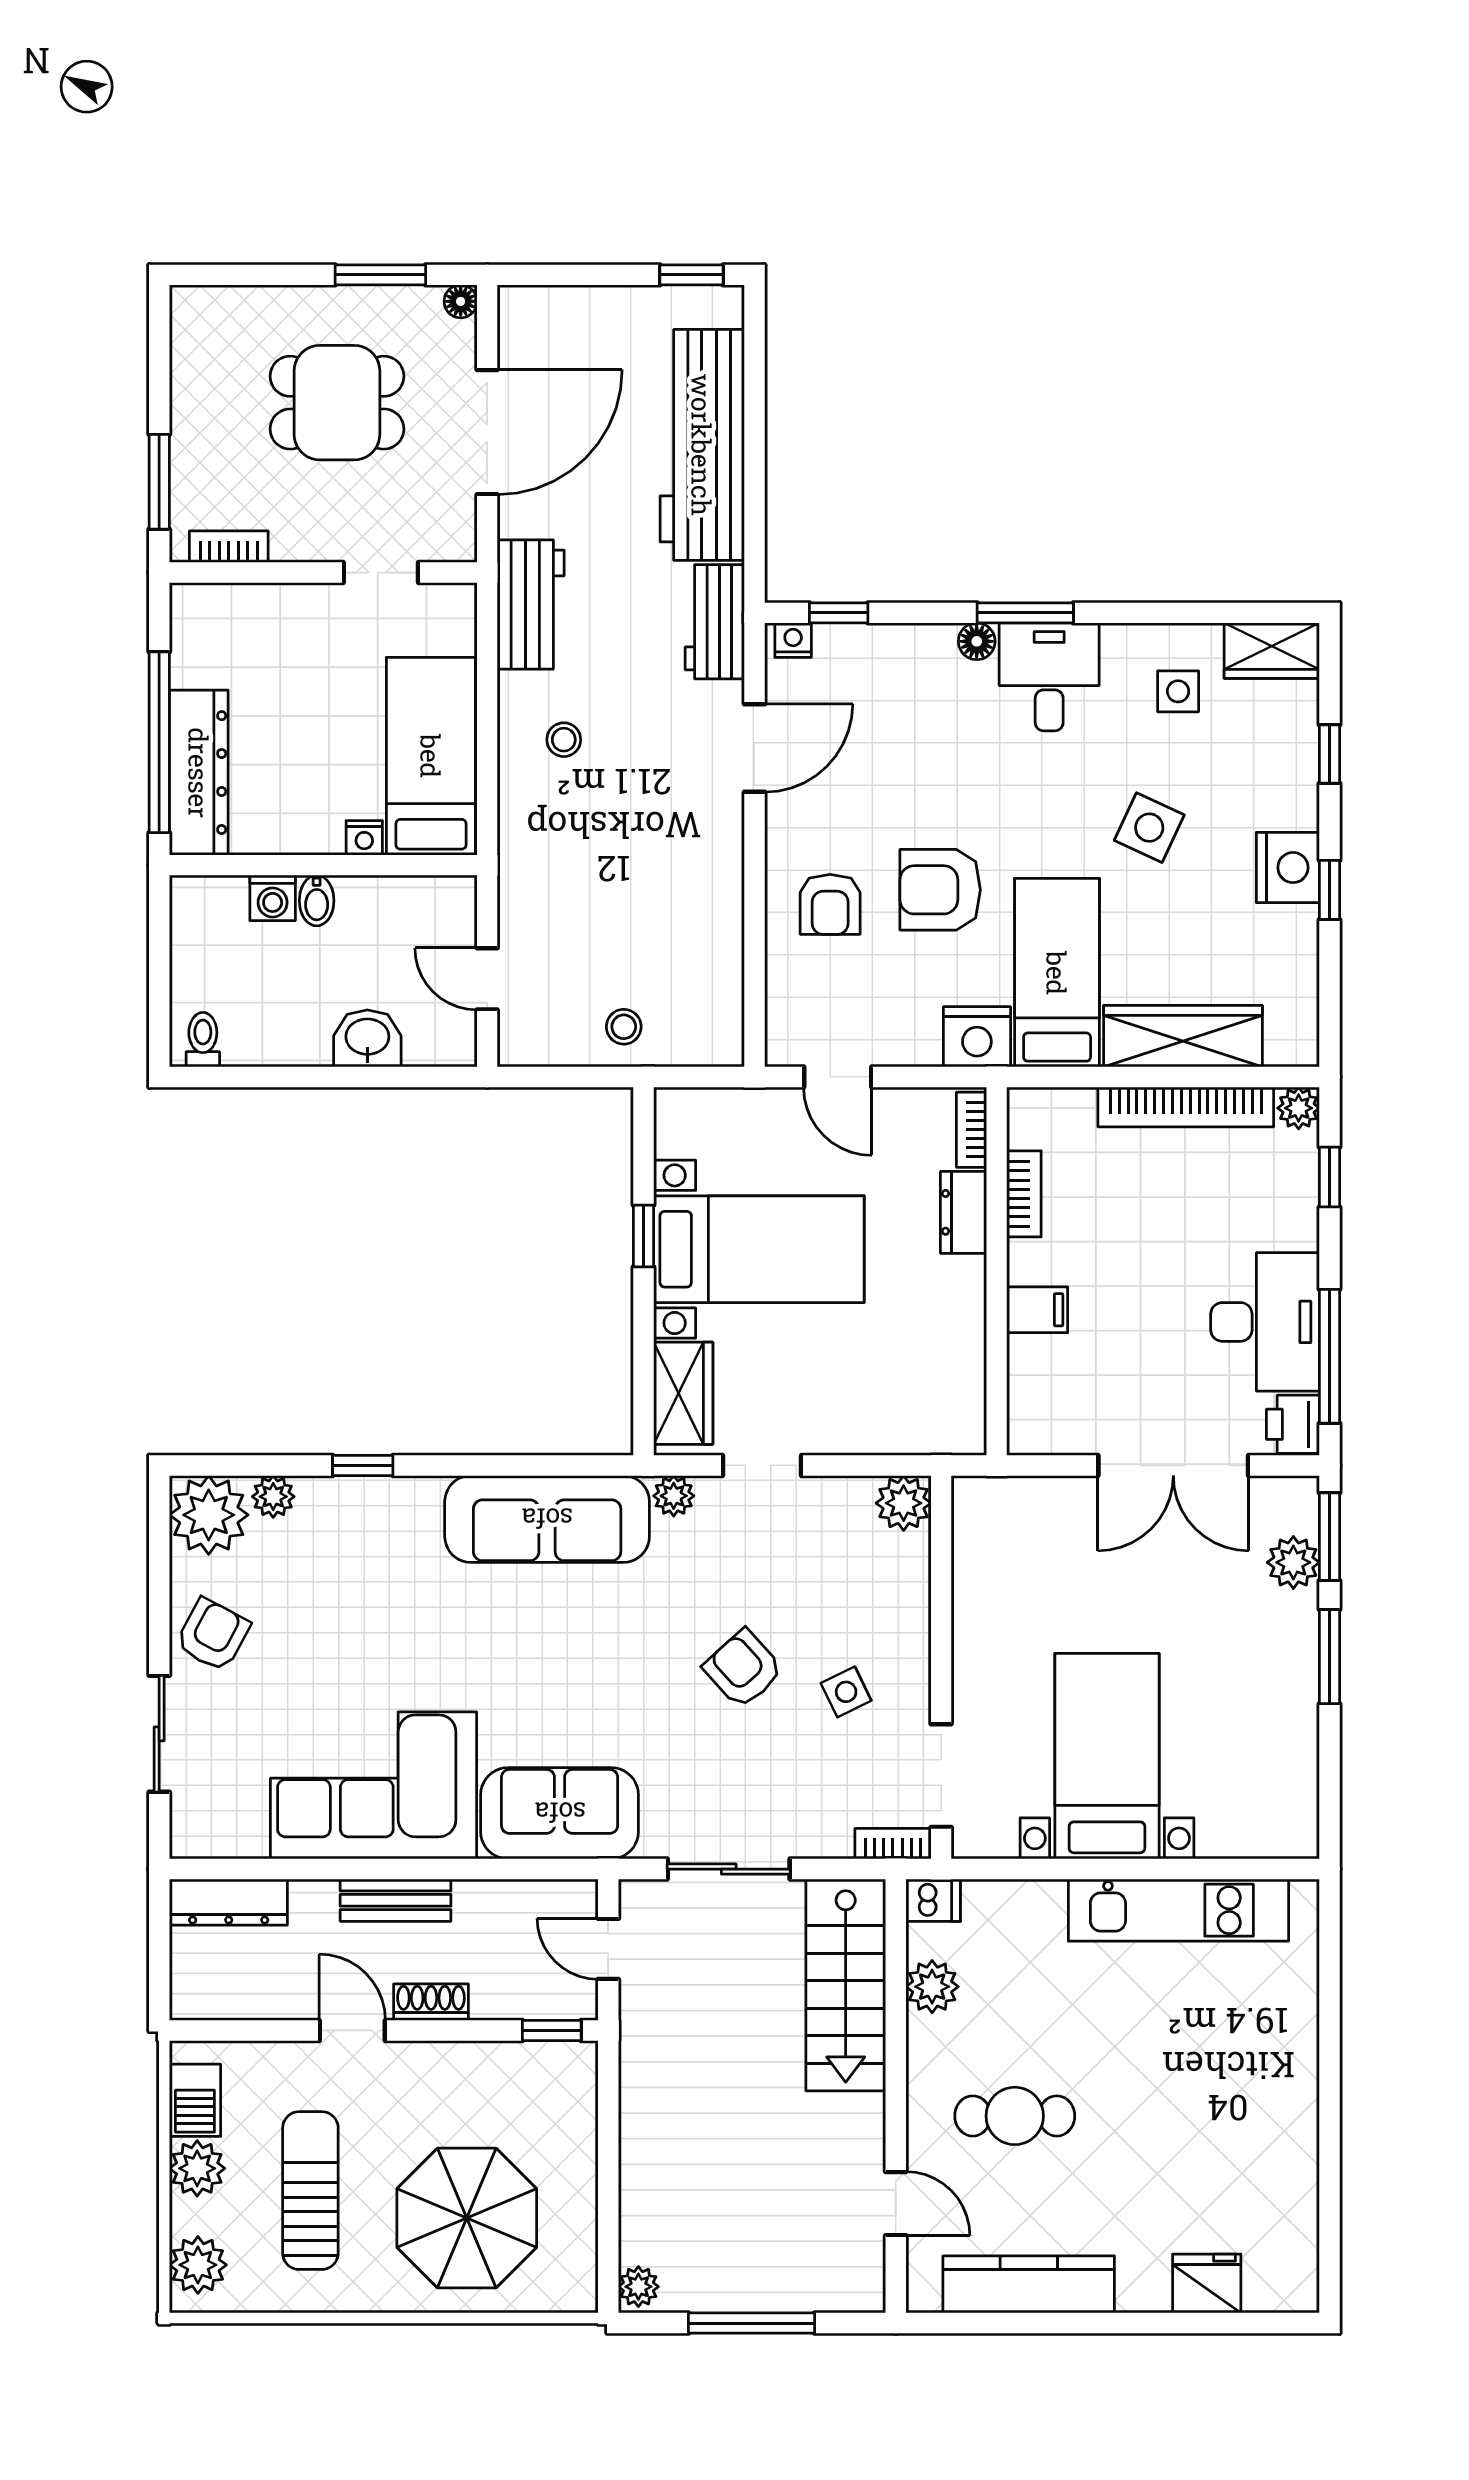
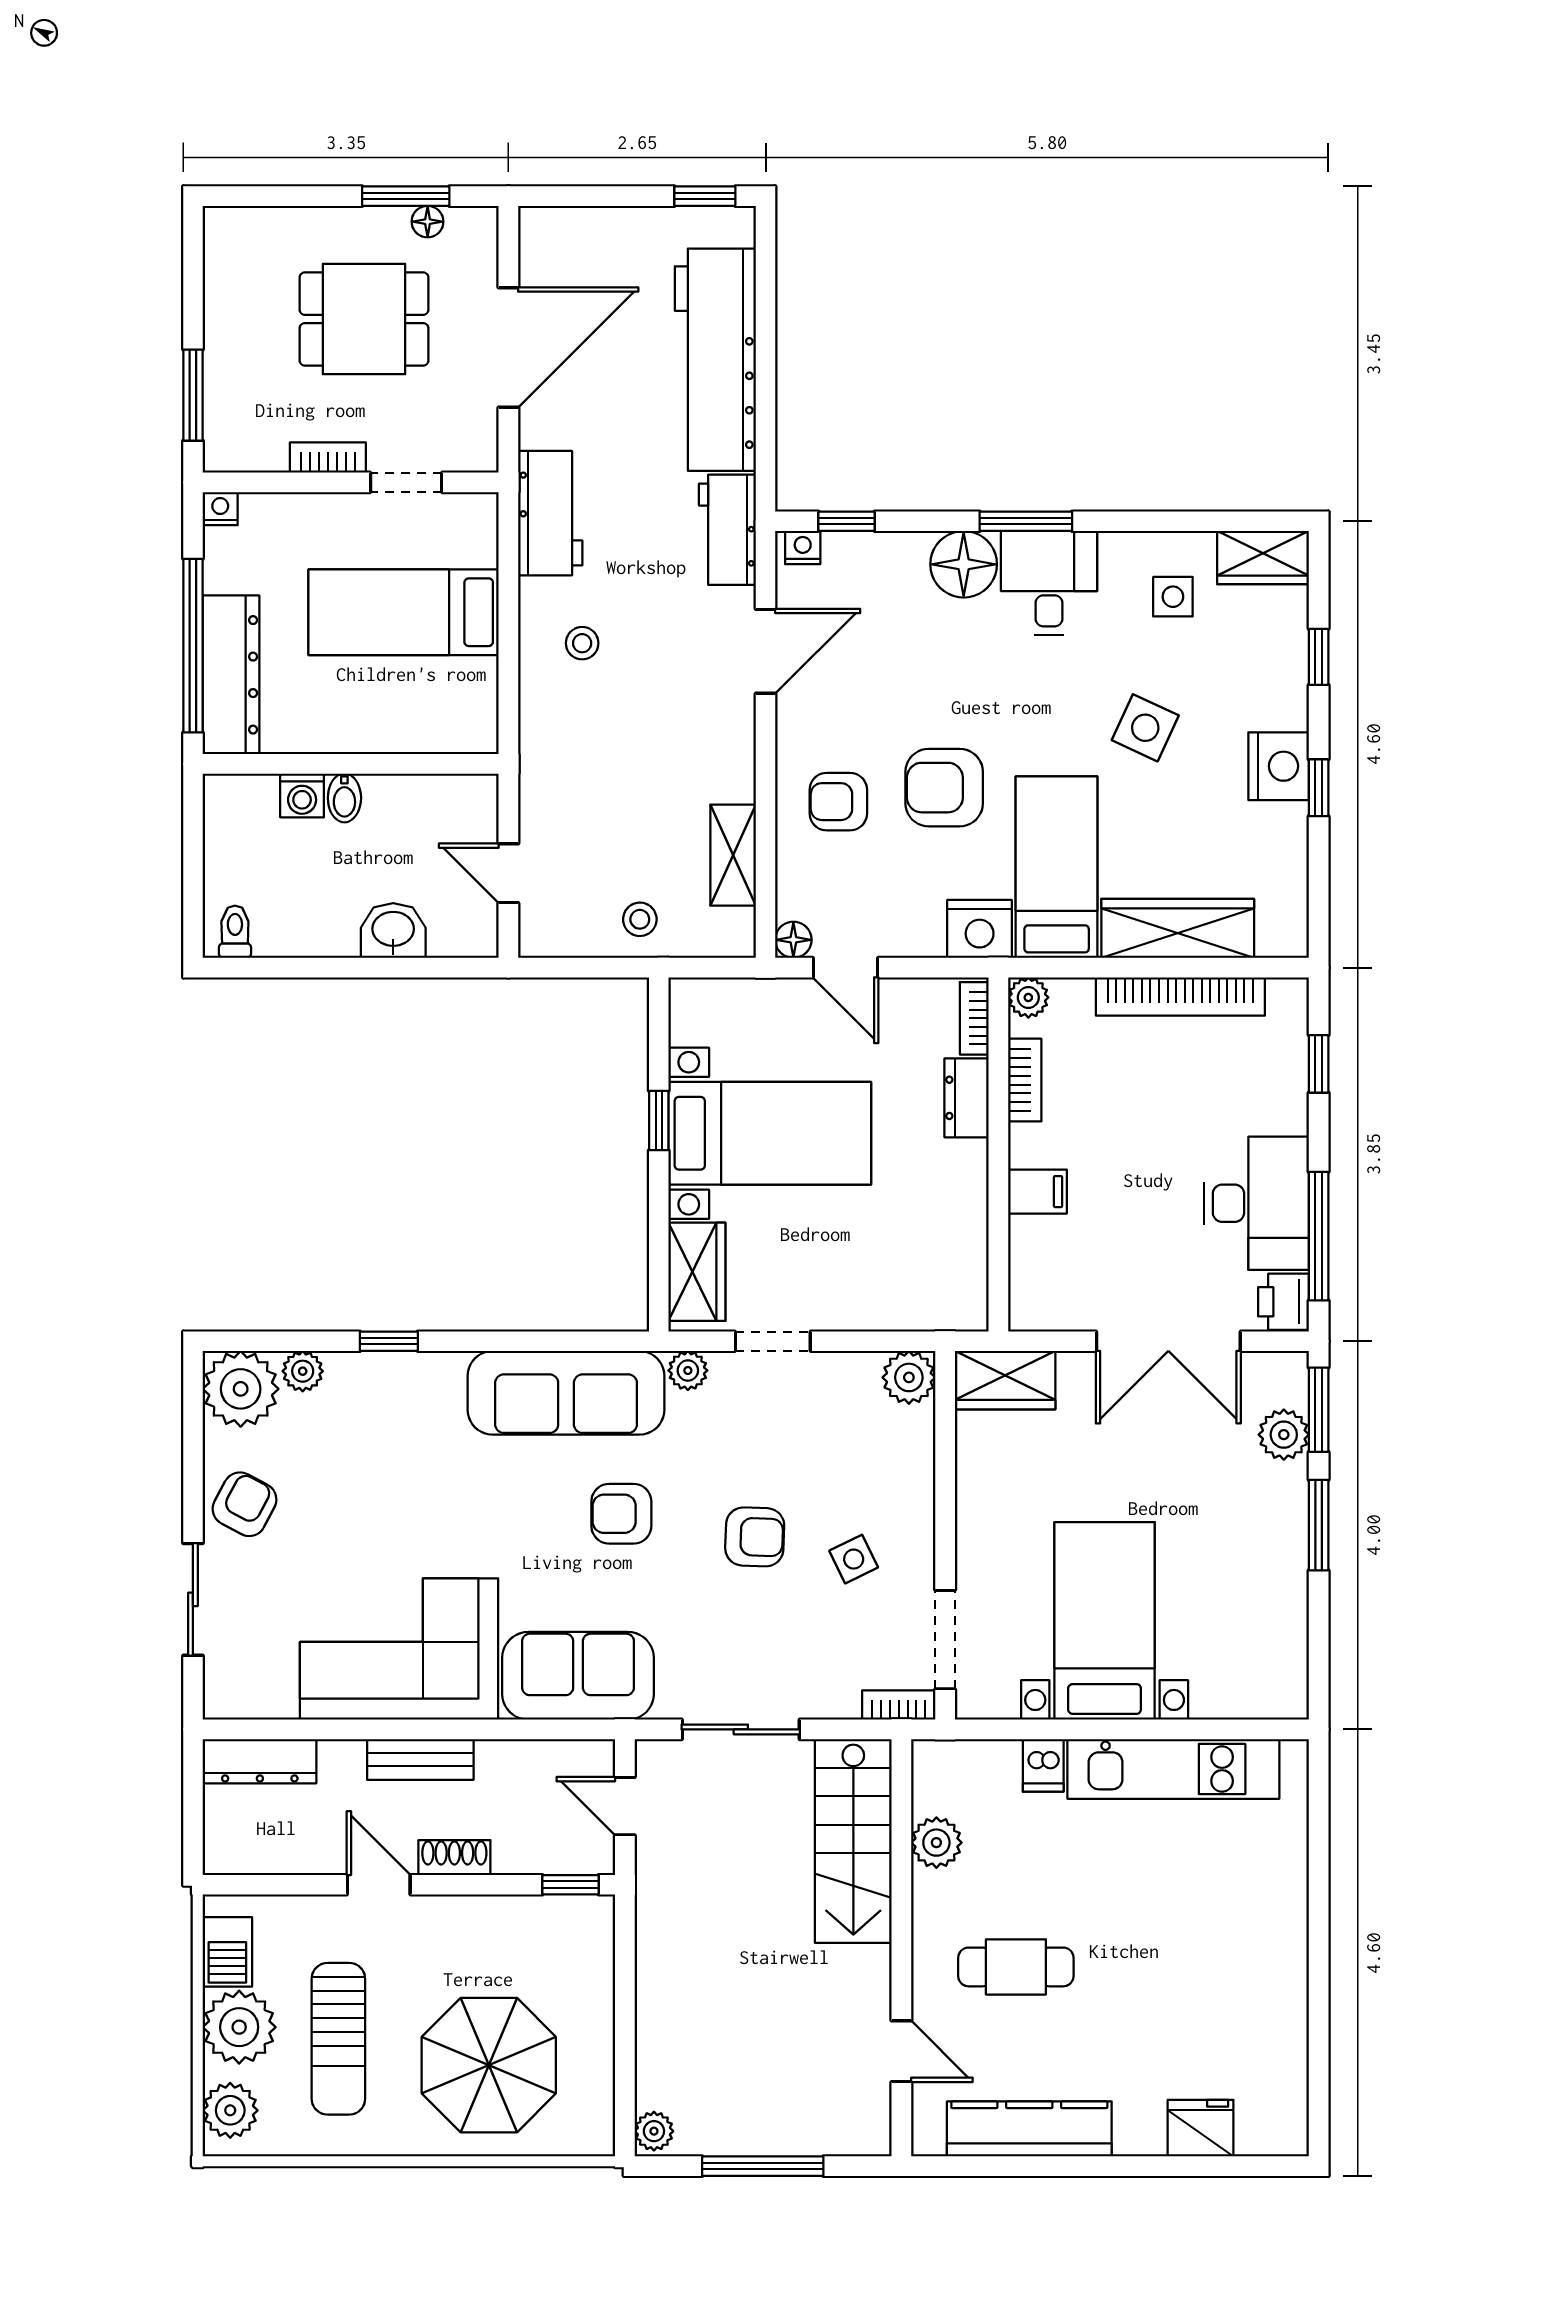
floor lamp: (461, 301) -> (428, 222), moved
bookcase: (229, 547) -> (328, 458), moved
floor lamp: (977, 641) -> (964, 564), width x1.89, depth x1.89
bed: (431, 756) -> (404, 612), moved, turned -90
nightstand: (364, 838) -> (220, 509), moved, turned 180
armchair: (830, 904) -> (838, 802), turned 90
shelving: (721, 960) -> (733, 855), added
floor lamp: (783, 1048) -> (793, 940), added
plant: (1299, 1108) -> (1028, 997), moved
wardrobe: (1003, 1506) -> (1005, 1380), added
armchair: (605, 1645) -> (621, 1514), added
armchair: (743, 1669) -> (755, 1537), turned 134
dishwasher: (933, 1900) -> (1043, 1765), moved, turned 90
plant: (197, 2168) -> (239, 2027), width x1.36, depth x1.36
sun lounger: (310, 2191) -> (338, 2039), turned 180

